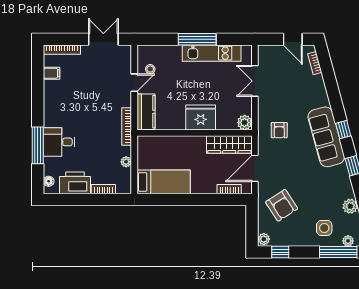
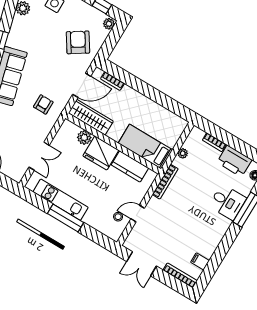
kitchen counter: (146, 112) -> (130, 166), moved, turned -90
plant: (245, 123) -> (84, 137), moved
bed: (164, 182) -> (145, 147), moved

